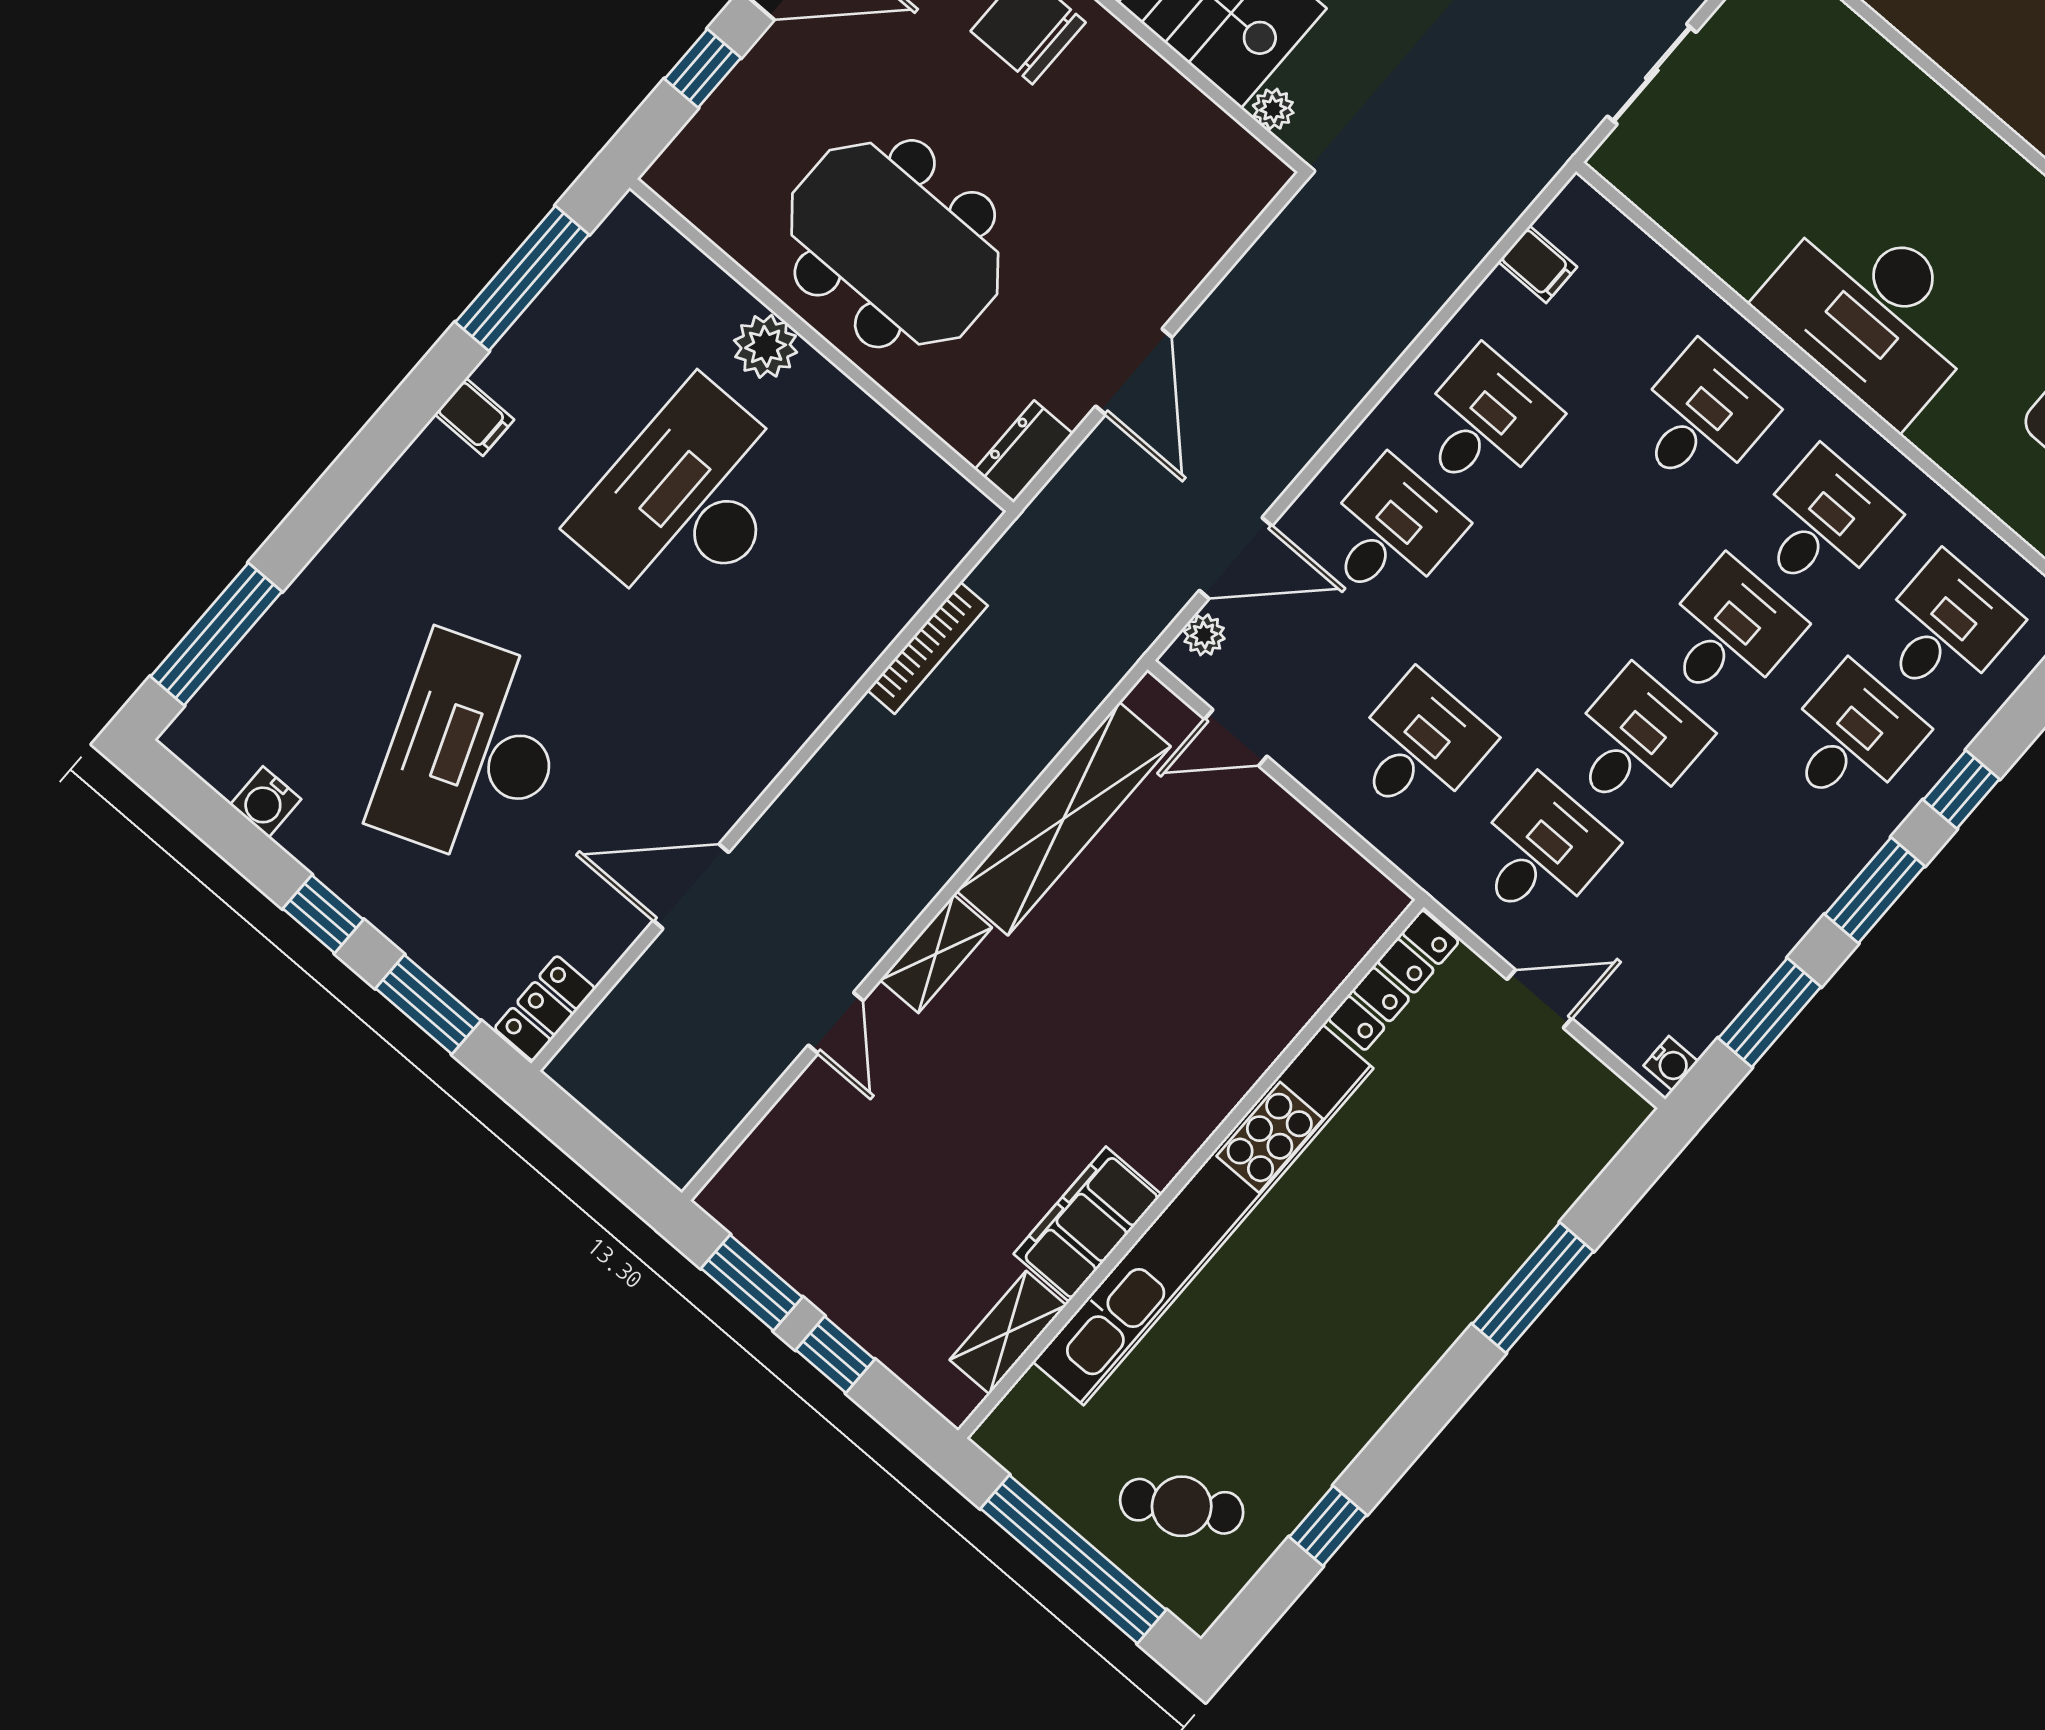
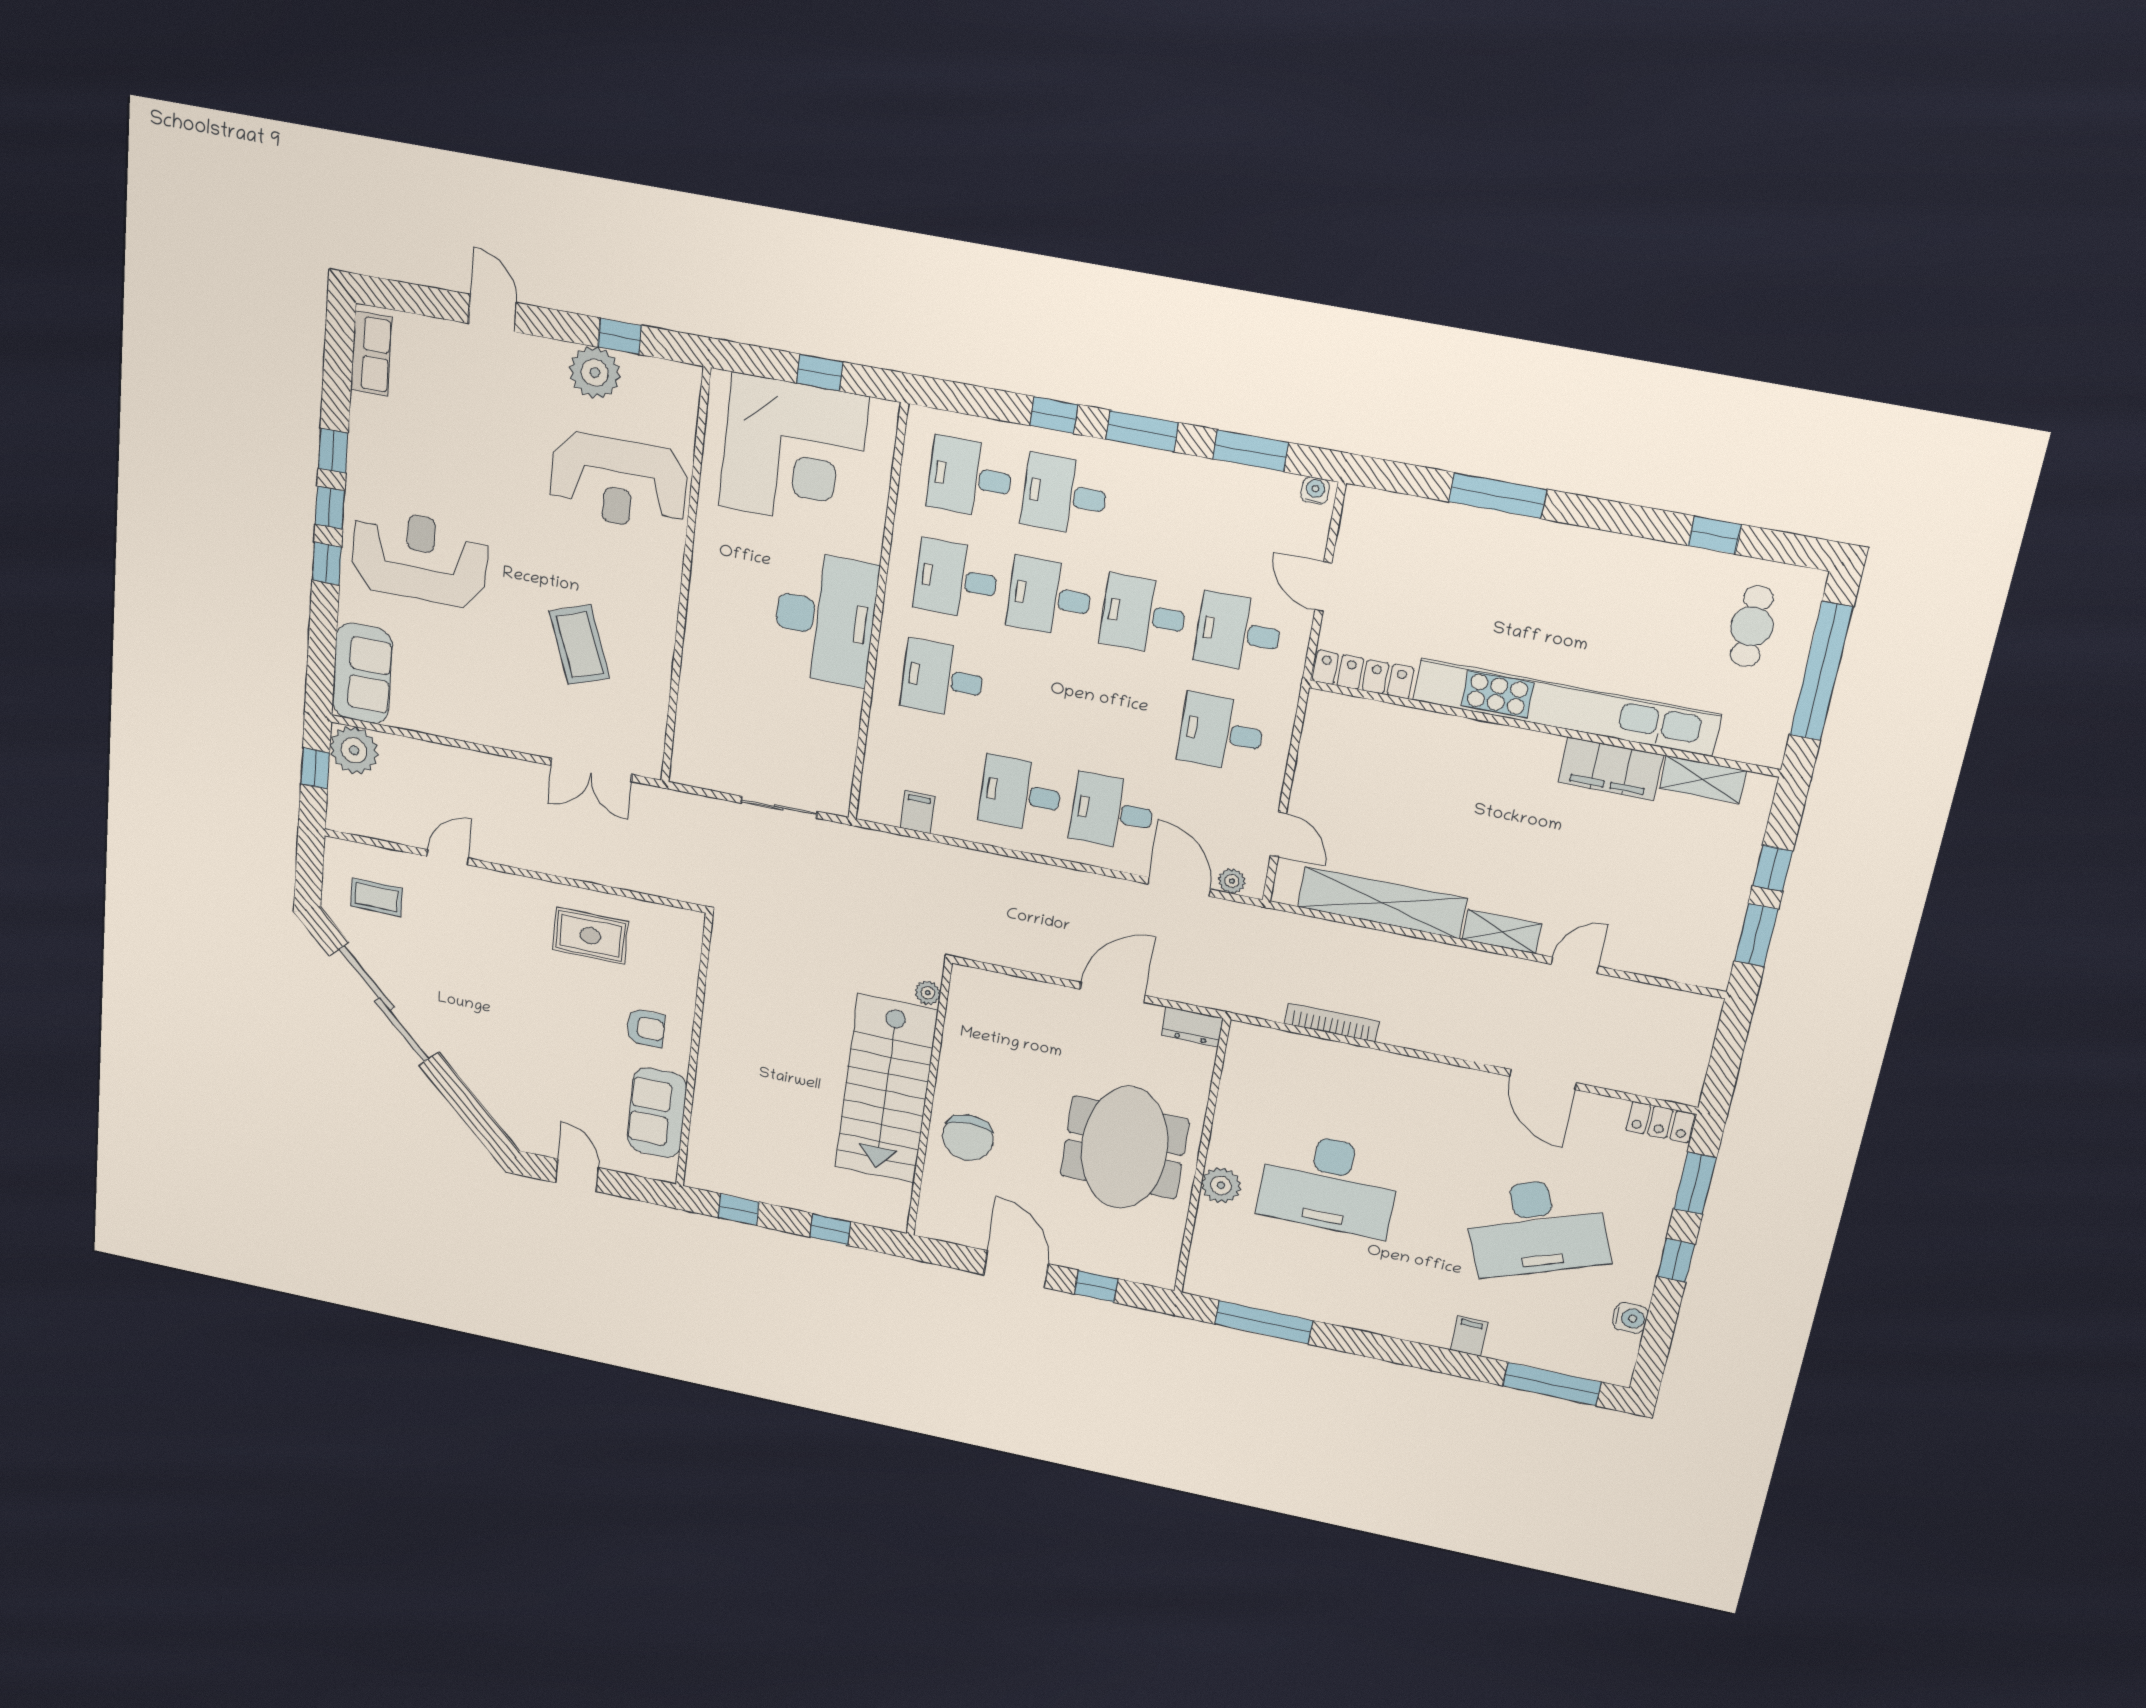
filing cabinet: (474, 417) -> (1469, 1336), moved
cafe table: (1182, 1506) -> (1752, 626), turned 32

